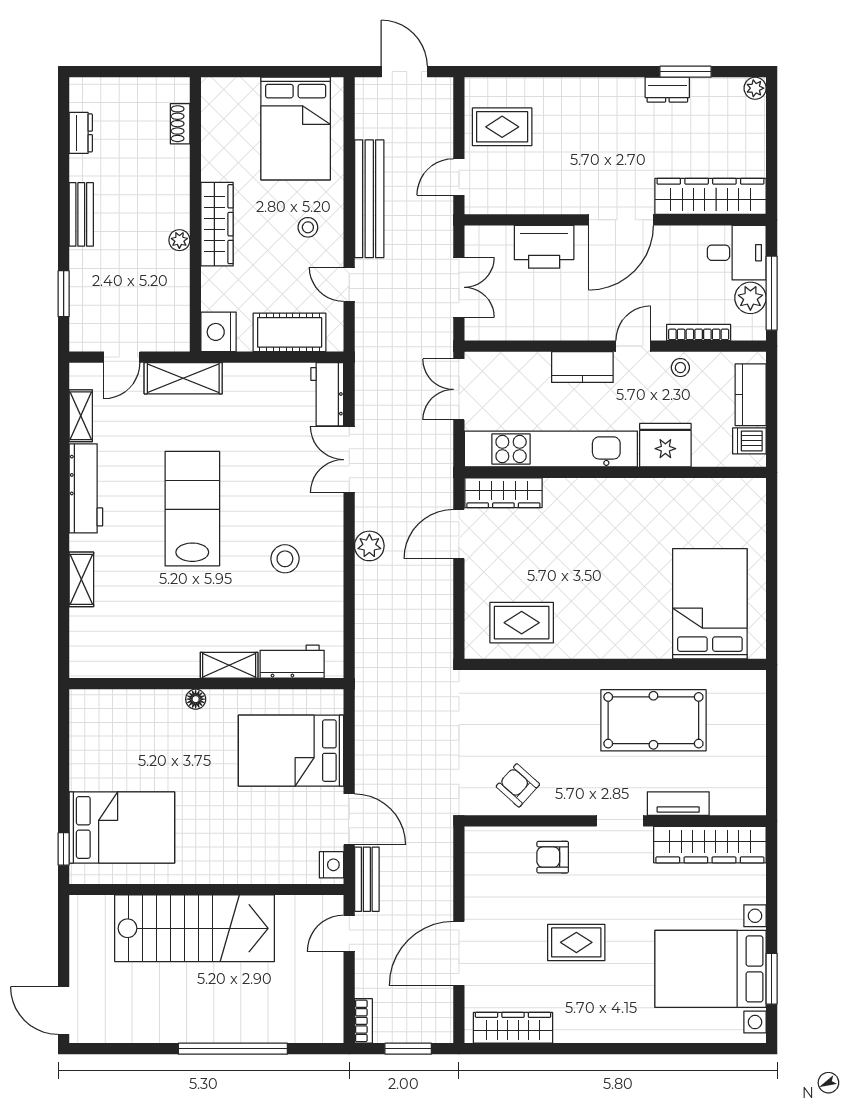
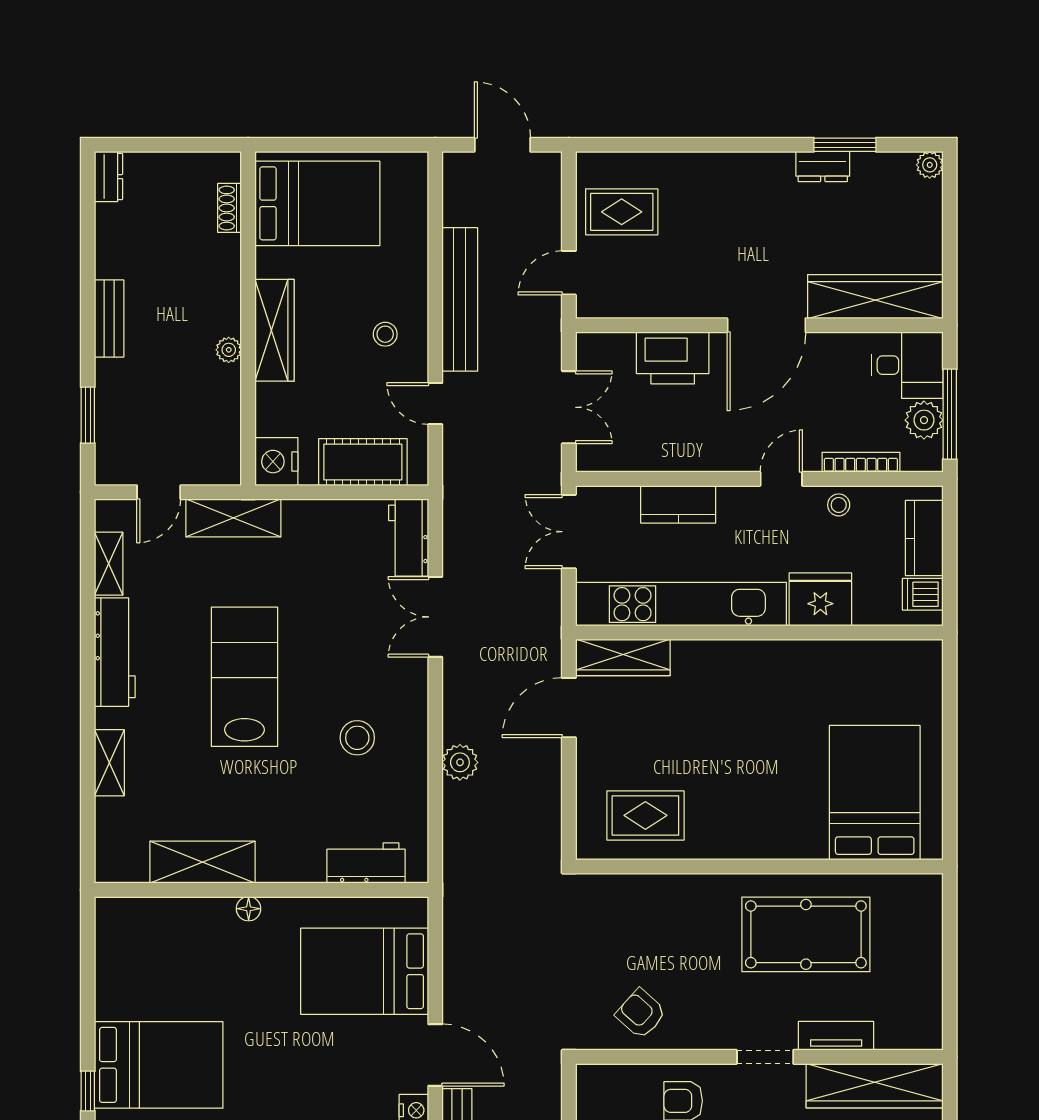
bed: (296, 129) -> (317, 203), moved, turned -90
dresser: (81, 133) -> (109, 177), moved
kitchen counter: (582, 367) -> (678, 504), moved
plant: (369, 546) -> (460, 762), moved
shelving: (229, 665) -> (202, 862), moved, width x1.50, depth x1.33

